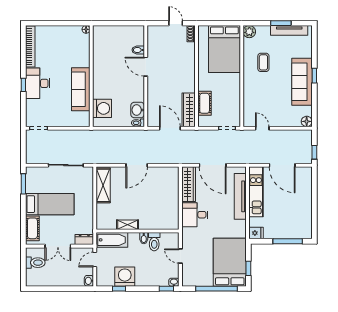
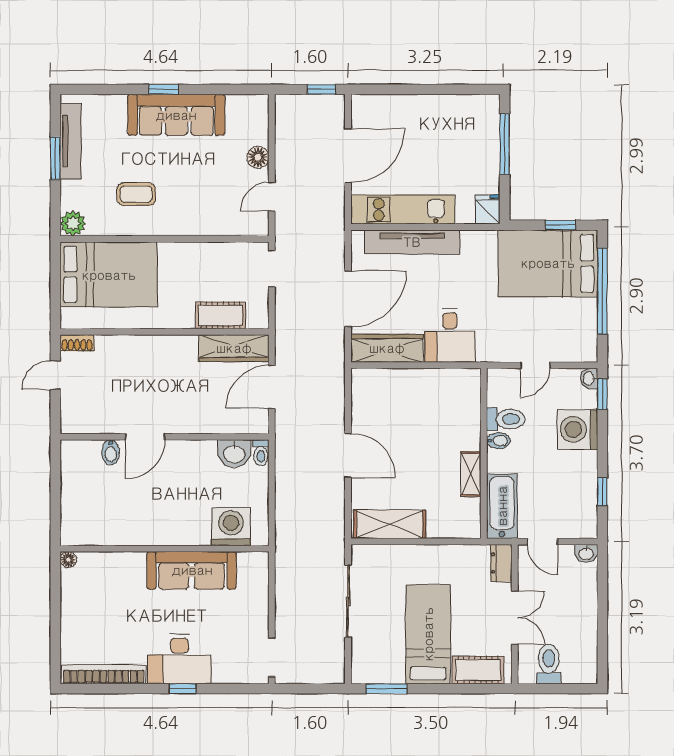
floor lamp: (307, 121) -> (258, 157), moved
washing machine: (125, 277) -> (577, 429), moved

